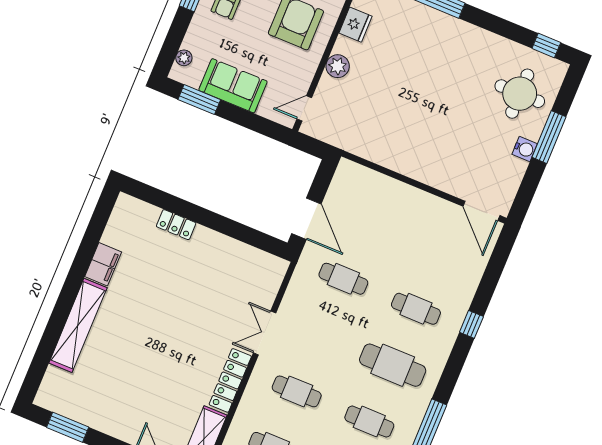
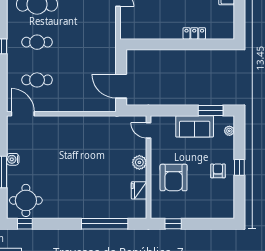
round table: (520, 94) -> (26, 200), moved
door: (304, 108) -> (148, 130), swing flipped
door: (306, 219) -> (121, 86), moved
cafe table: (343, 279) -> (37, 80), moved

